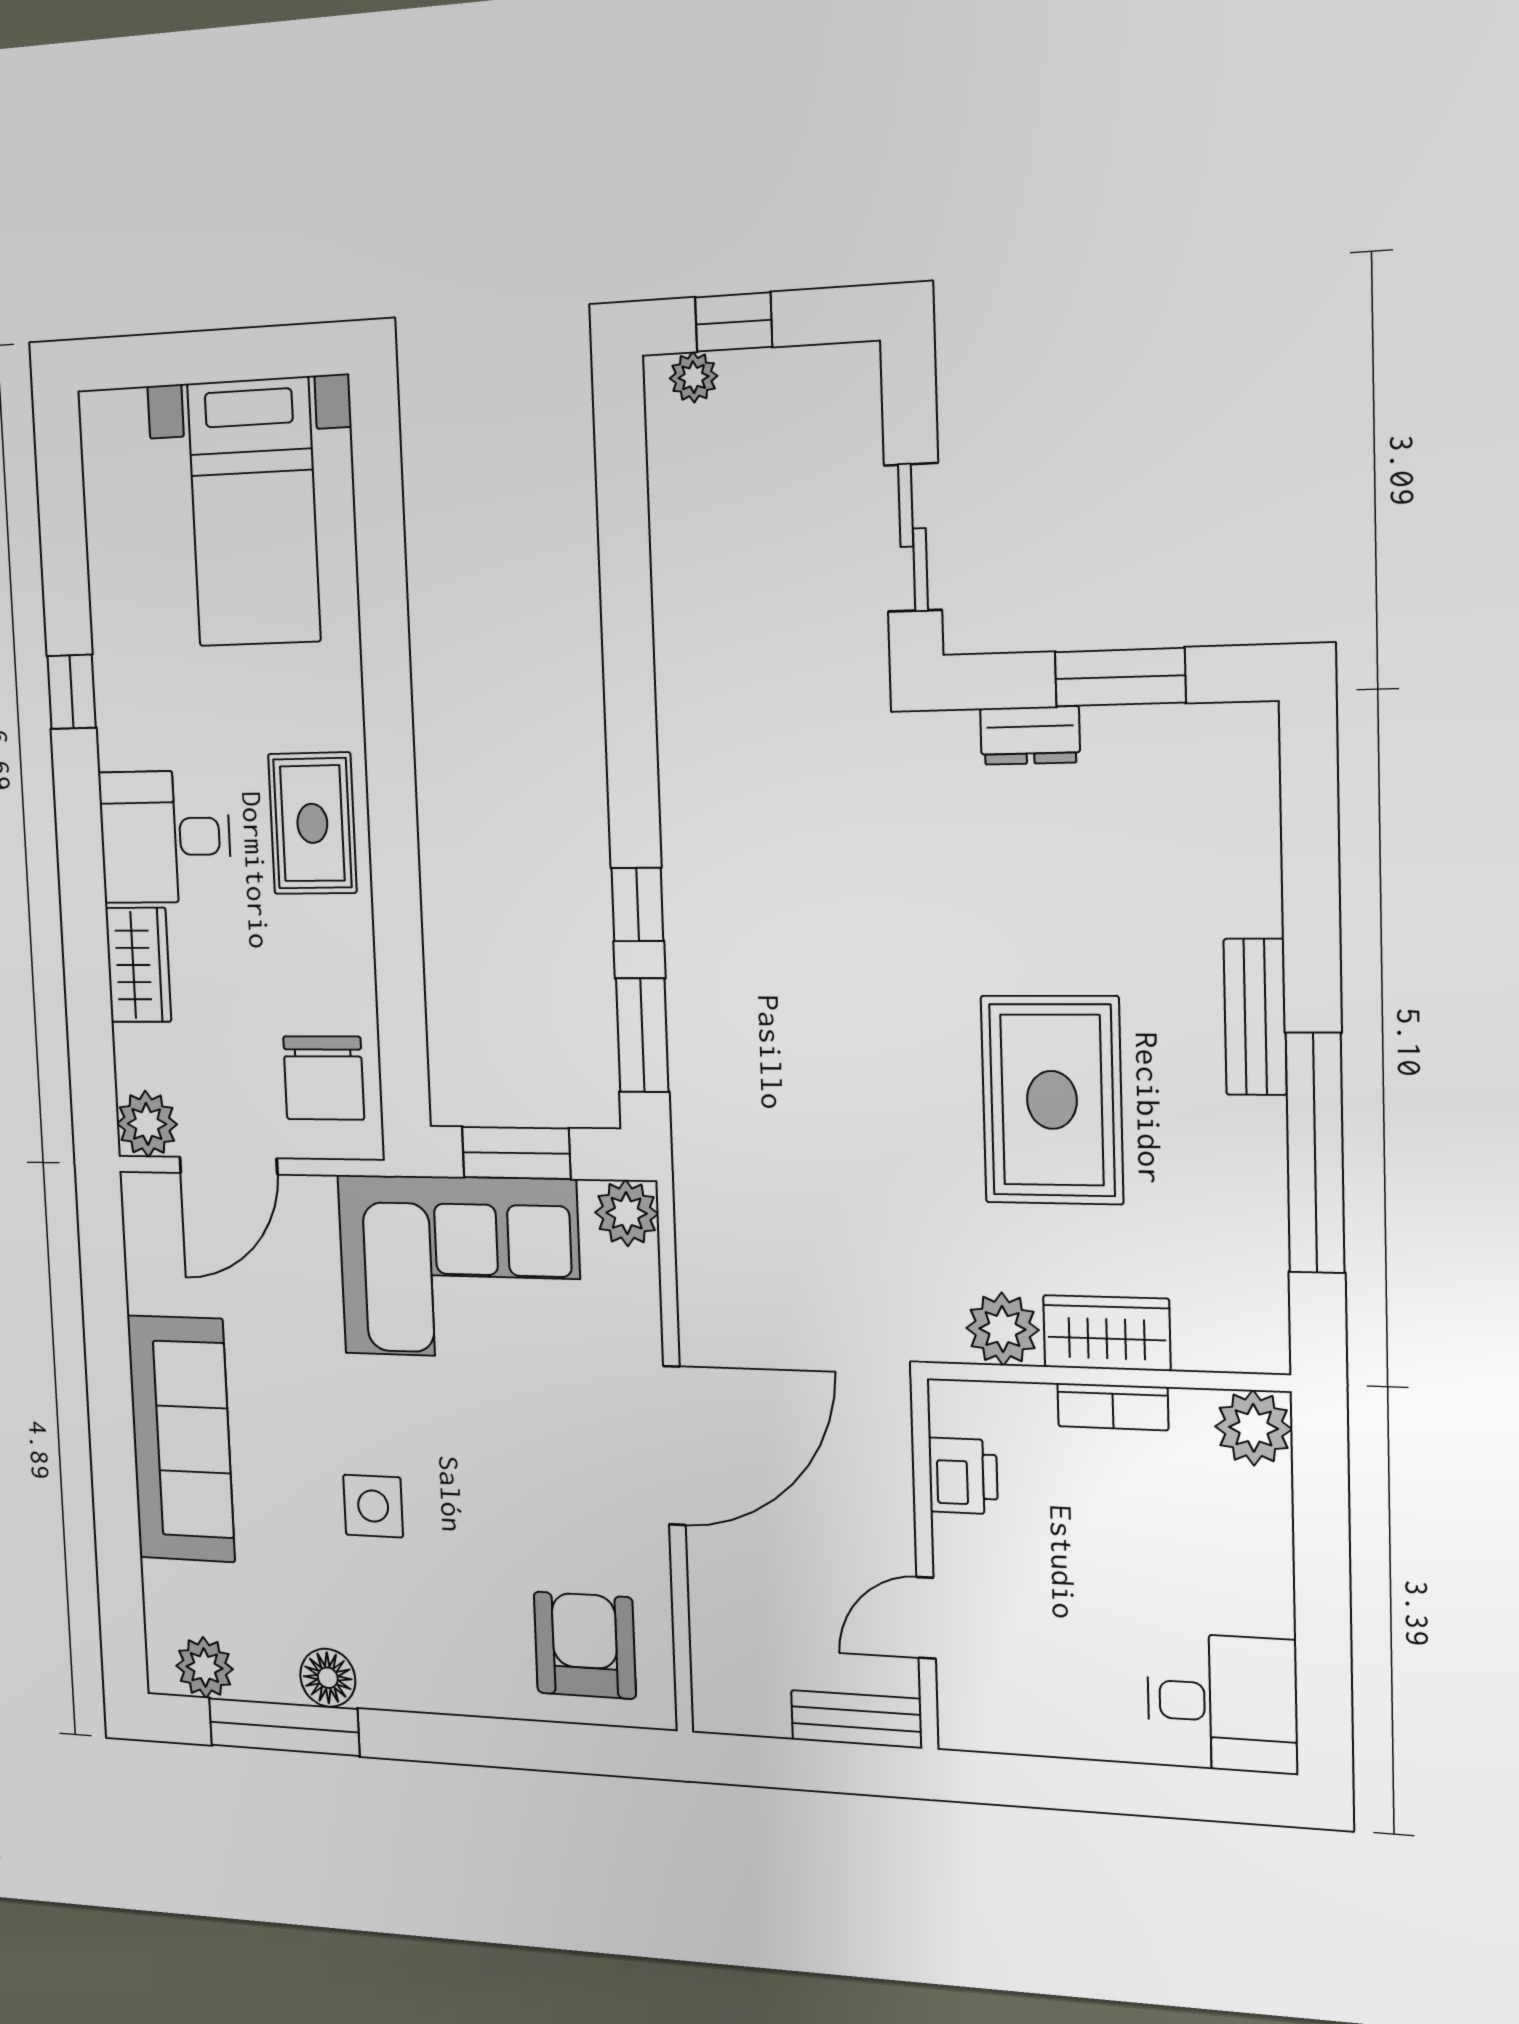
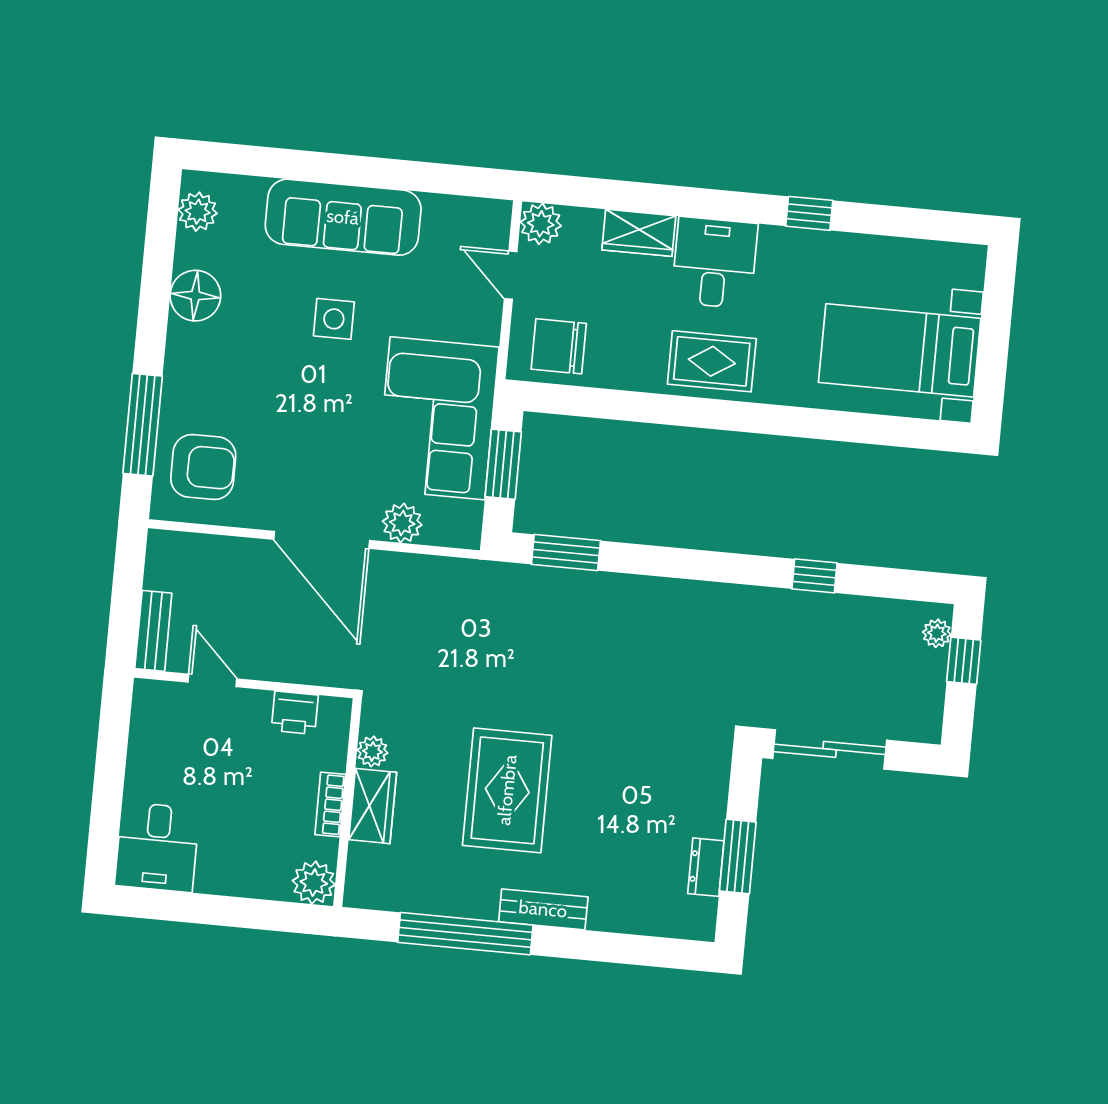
sliding door: (913, 538) -> (830, 749), width x1.37
dresser: (1030, 735) -> (706, 867), moved
window: (637, 905) -> (815, 576), moved
rug: (1052, 1100) -> (507, 790), turned 90
door: (228, 1166) -> (511, 275), width x0.73
plant: (627, 1213) -> (402, 523), moved
plant: (1002, 1329) -> (372, 751), width x0.73, depth x0.73
side table: (373, 1506) -> (334, 319), moved
floor lamp: (328, 1678) -> (195, 296), width x1.38, depth x1.38
window: (284, 1727) -> (143, 425), moved

